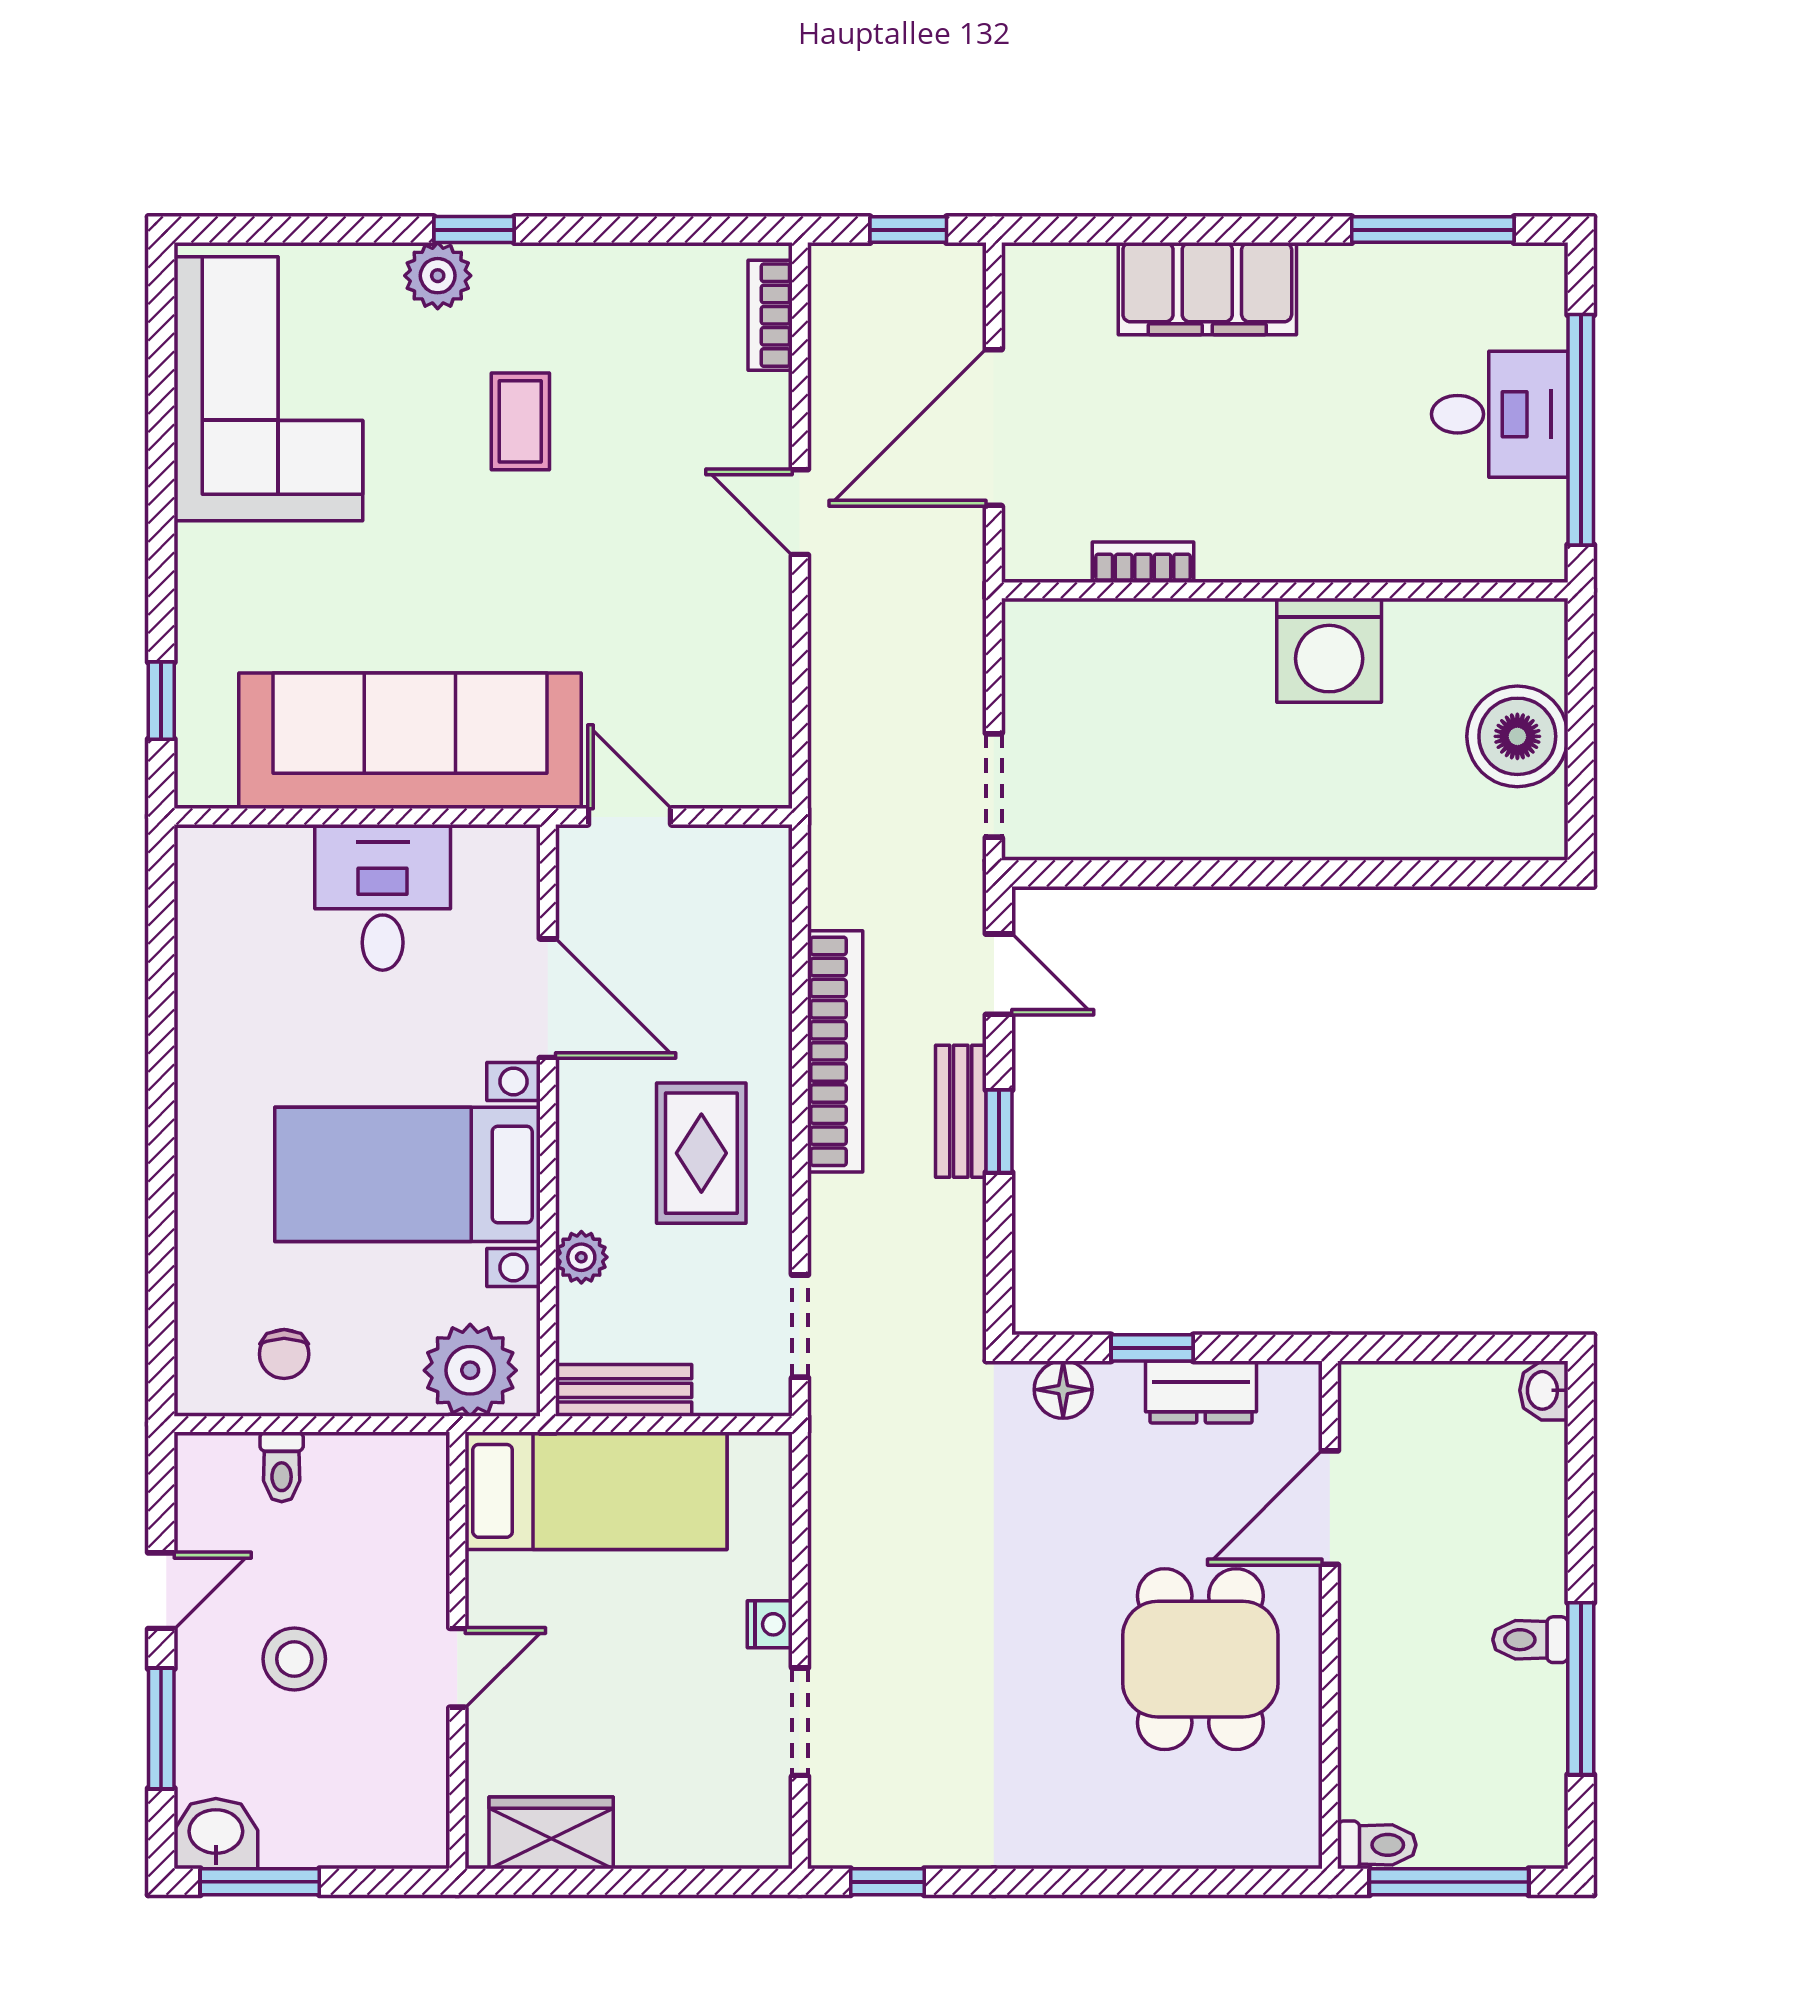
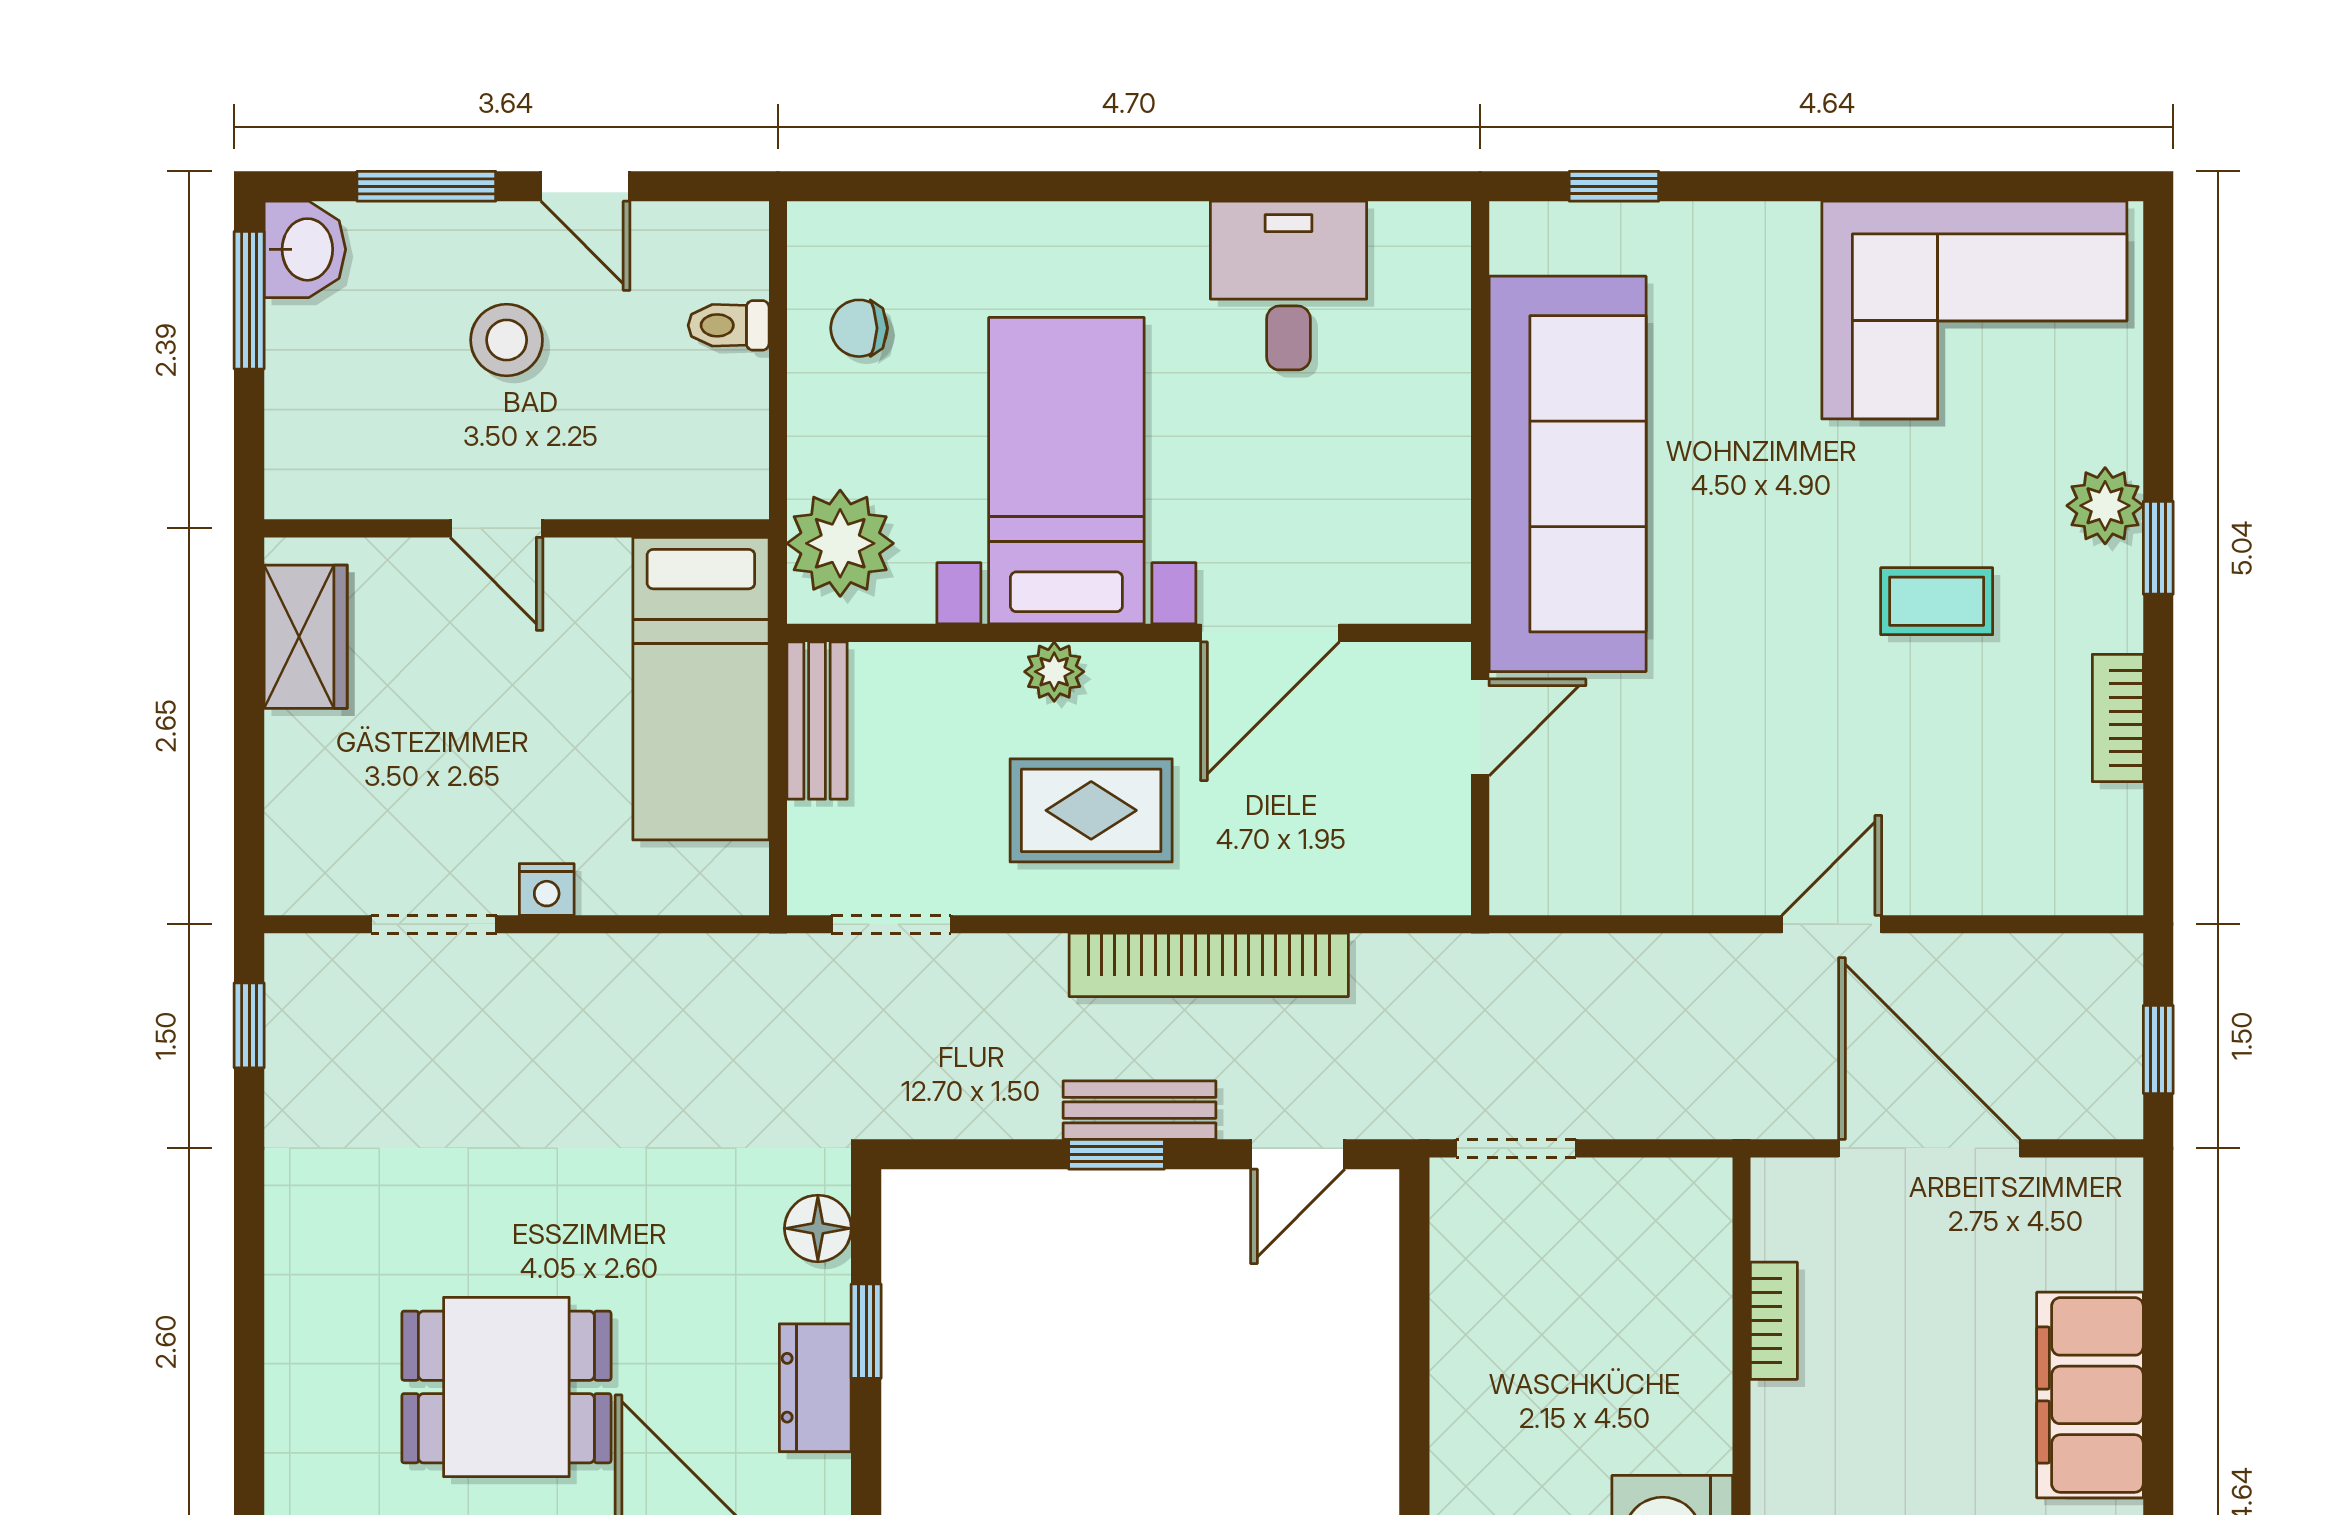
bookcase: (770, 315) -> (2118, 718), moved, turned -90
desk: (383, 897) -> (1289, 286), moved, turned -90
plant: (581, 1257) -> (1054, 672), moved

